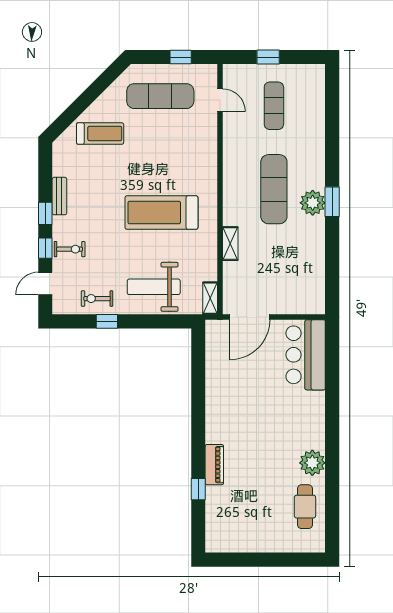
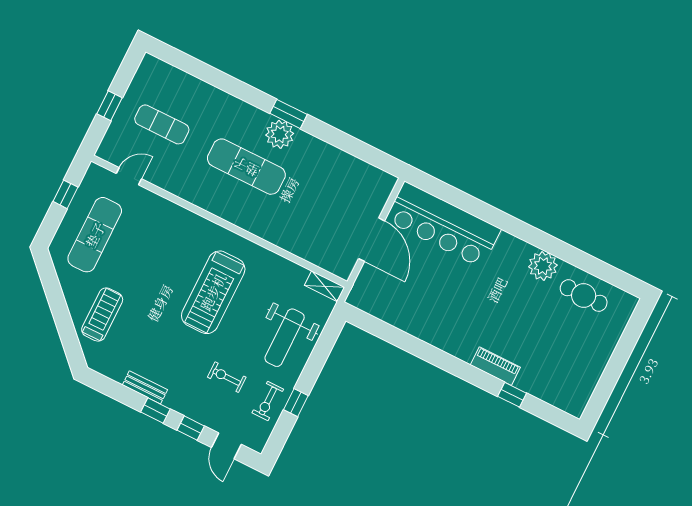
shelving: (230, 244) -> (279, 238), removed
exercise bike: (70, 249) -> (227, 377), moved, turned -90
door: (250, 317) -> (372, 240), moved
bar counter: (306, 355) -> (443, 225), width x1.36

